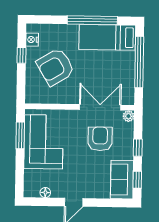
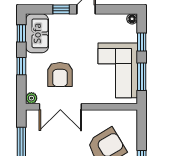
window: (20, 169) -> (142, 42), added
floor lamp: (45, 193) -> (132, 19), moved
window: (98, 203) -> (61, 9), added

